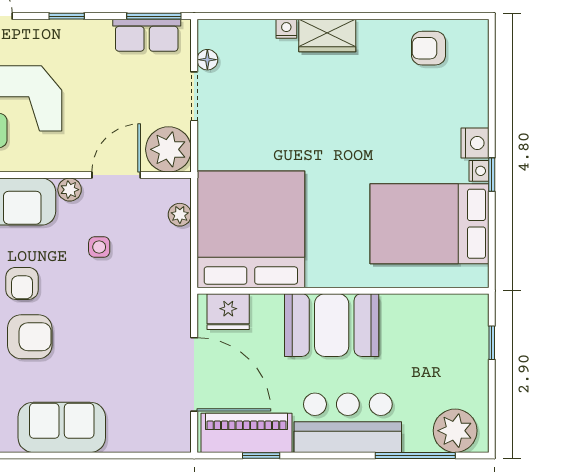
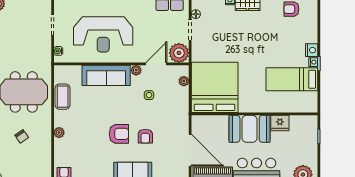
bed: (430, 224) -> (292, 79), width x0.67
armchair: (22, 283) -> (145, 136), moved
fridge: (228, 312) -> (280, 123), moved

